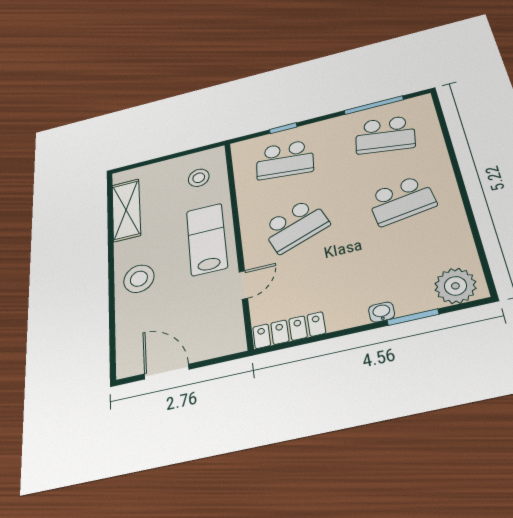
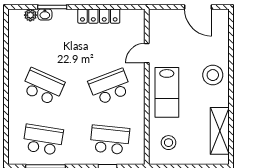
school desk: (401, 200) -> (43, 87), turned 33
plant: (455, 286) -> (30, 15), width x0.53, depth x0.53
washbasin: (382, 312) -> (45, 14), moved
locker: (289, 330) -> (99, 16), moved

